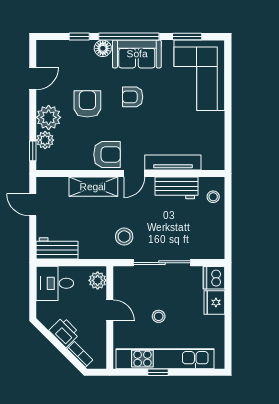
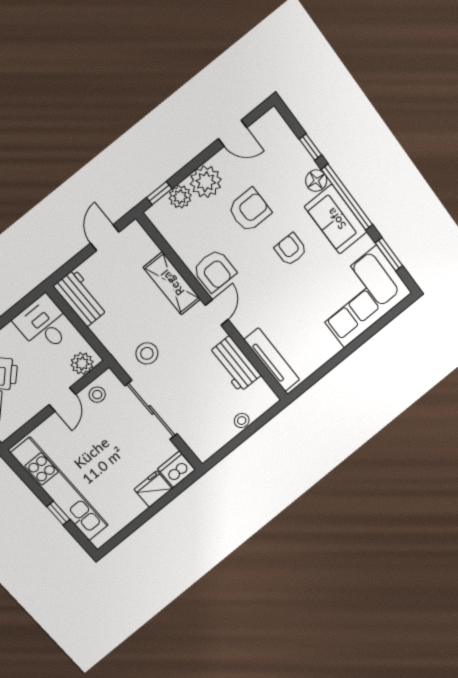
tv unit: (173, 163) -> (272, 360), moved
door: (134, 174) -> (217, 312), swing flipped
stool: (213, 197) -> (242, 421), moved
stool: (159, 316) -> (97, 395), moved
window: (158, 372) -> (58, 513), moved

